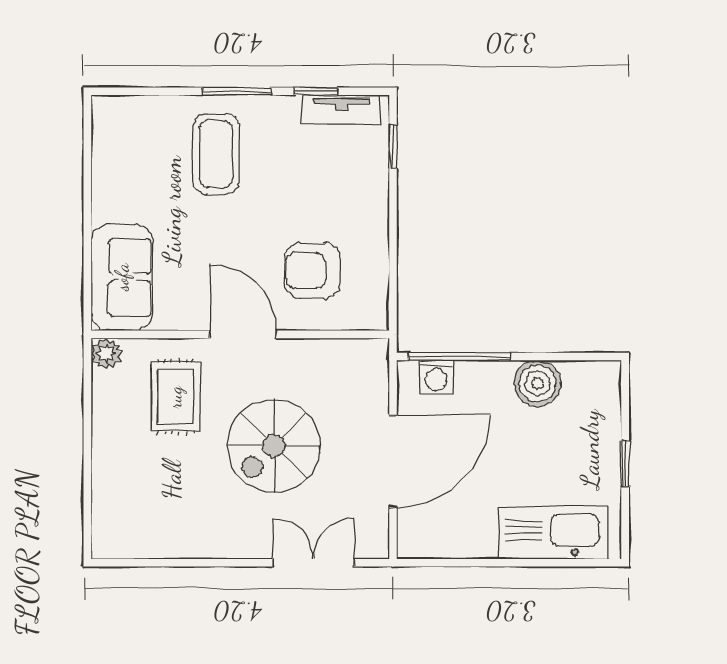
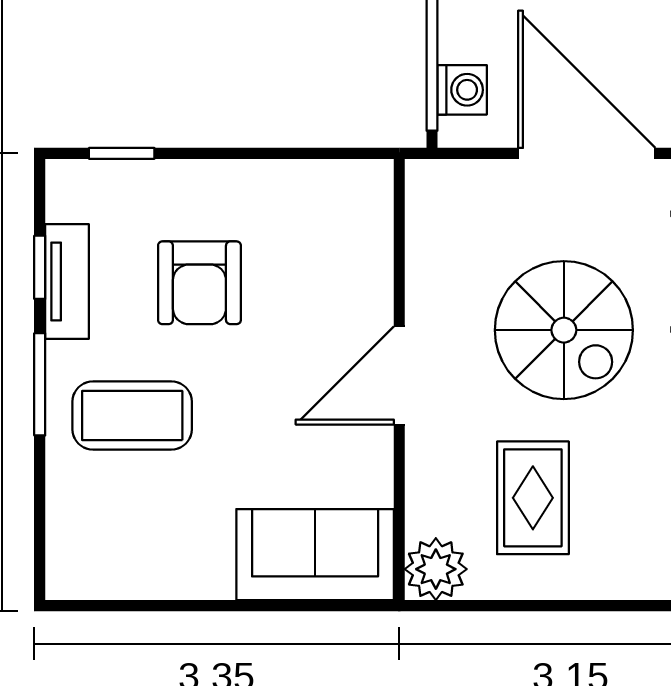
tv unit: (341, 110) -> (67, 281), moved
armchair: (313, 271) -> (199, 283), moved
plant: (106, 353) -> (436, 569), width x1.38, depth x1.38
rug: (175, 397) -> (533, 498), moved, turned 90

